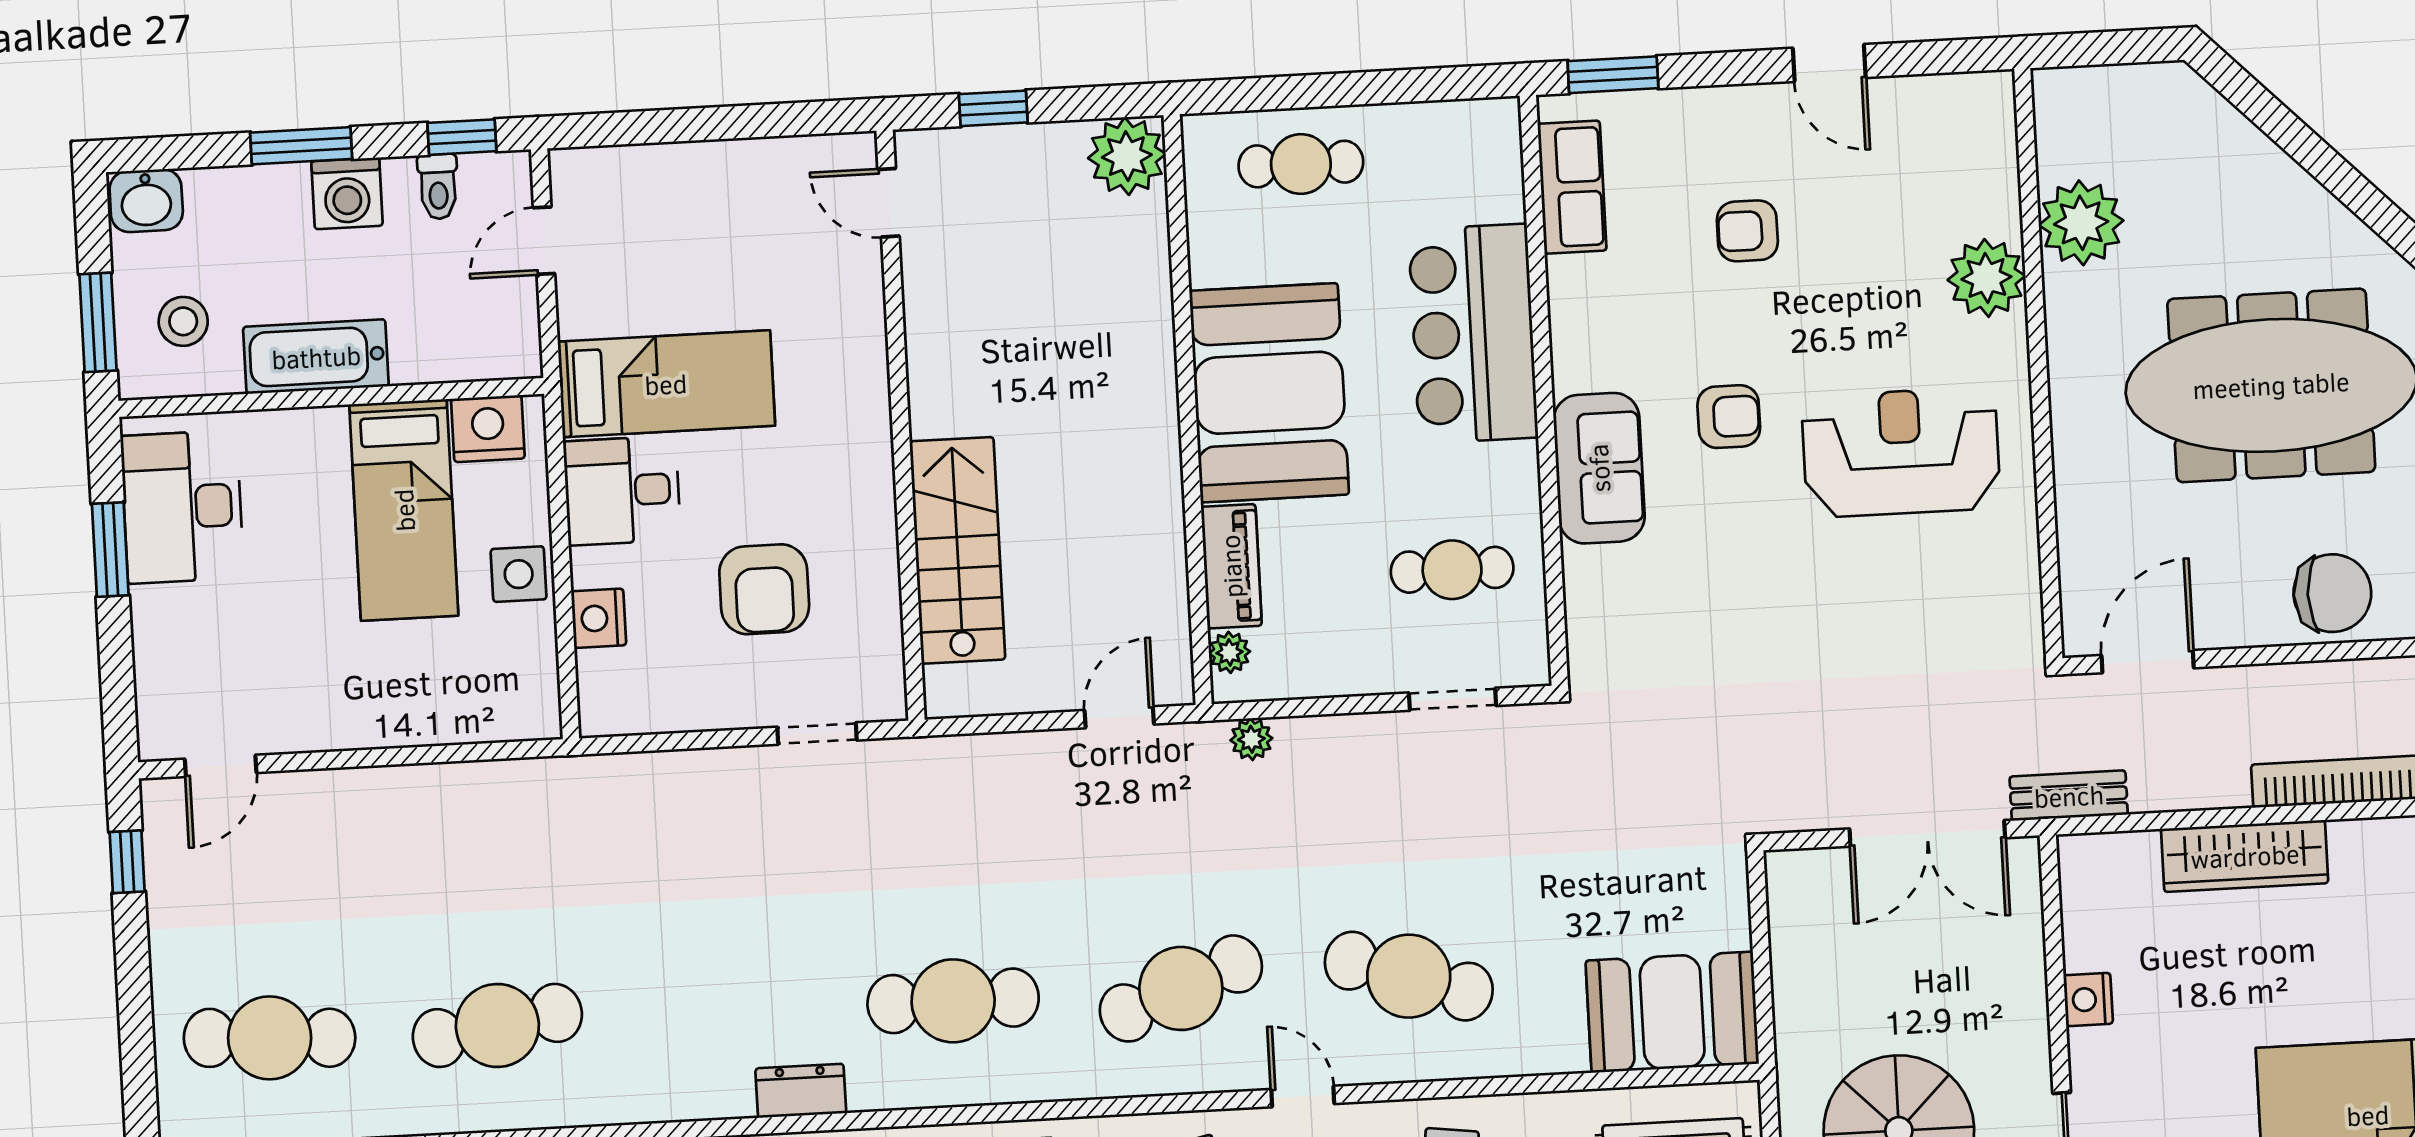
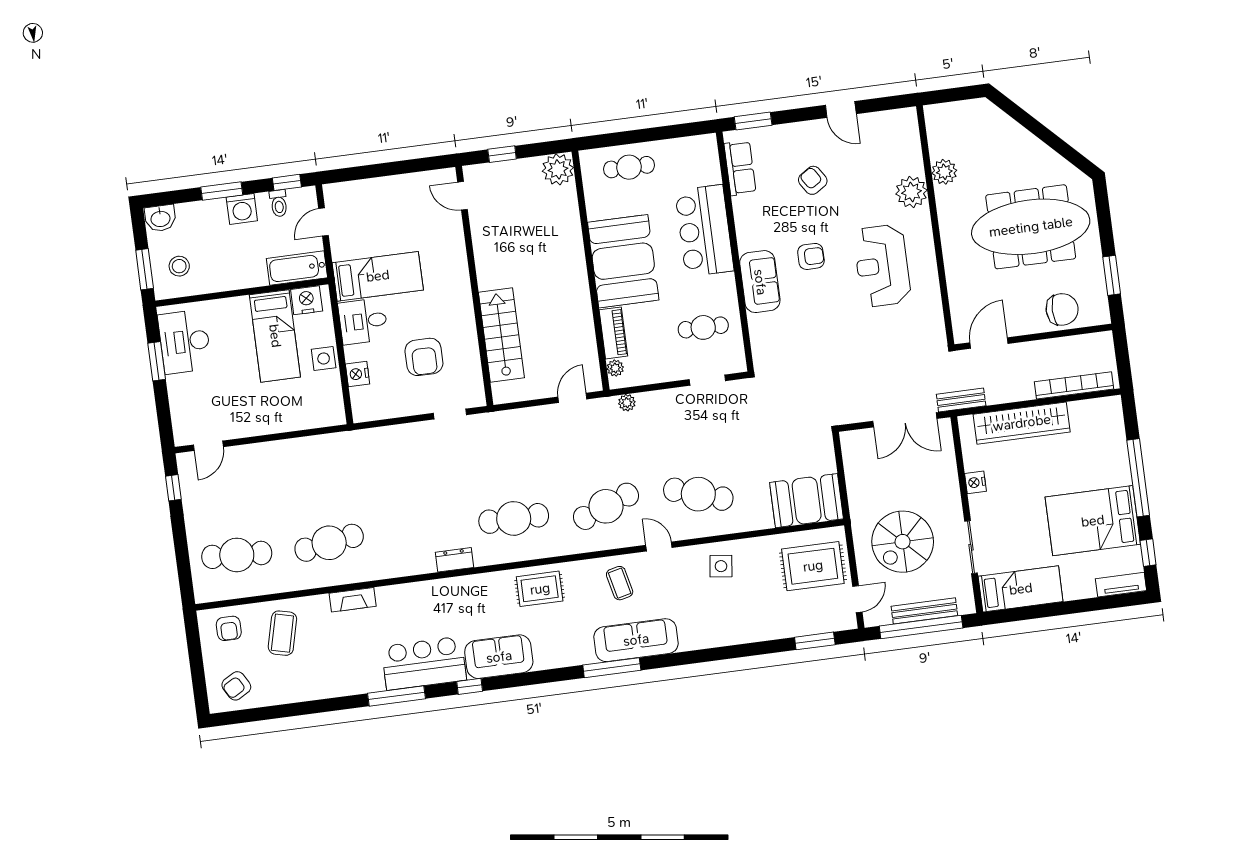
plant: (2081, 223) -> (944, 172), width x0.73, depth x0.73
armchair: (1747, 231) -> (813, 180), turned 57
bathtub: (316, 357) -> (297, 268), moved
reception desk: (1901, 452) -> (882, 266), turned -90
wardrobe: (2245, 856) -> (1022, 423), width x1.40, depth x1.17

